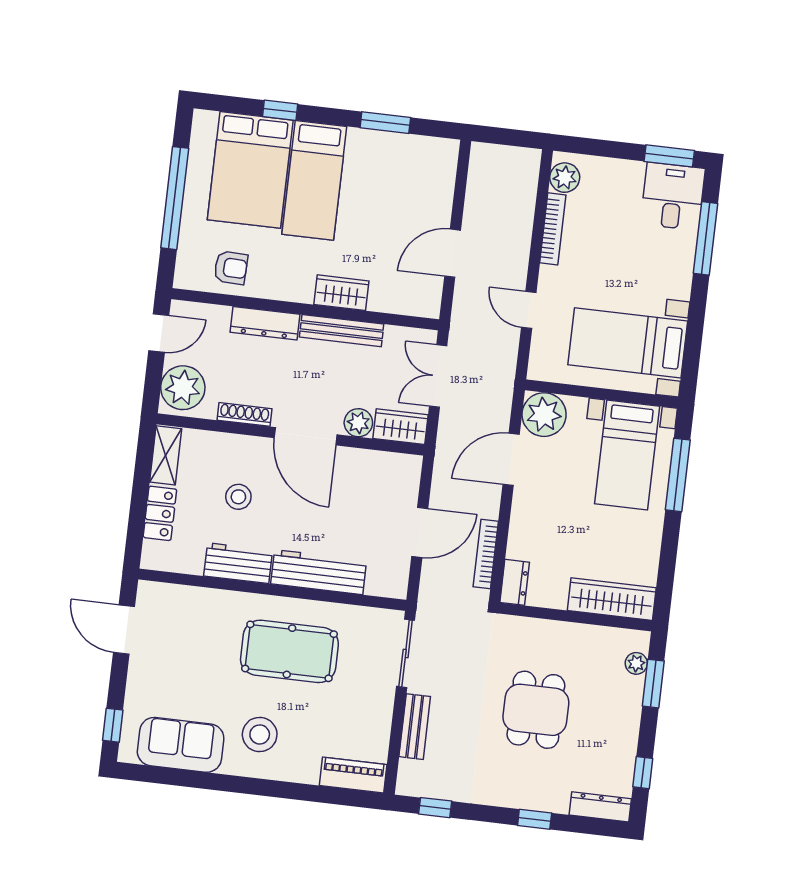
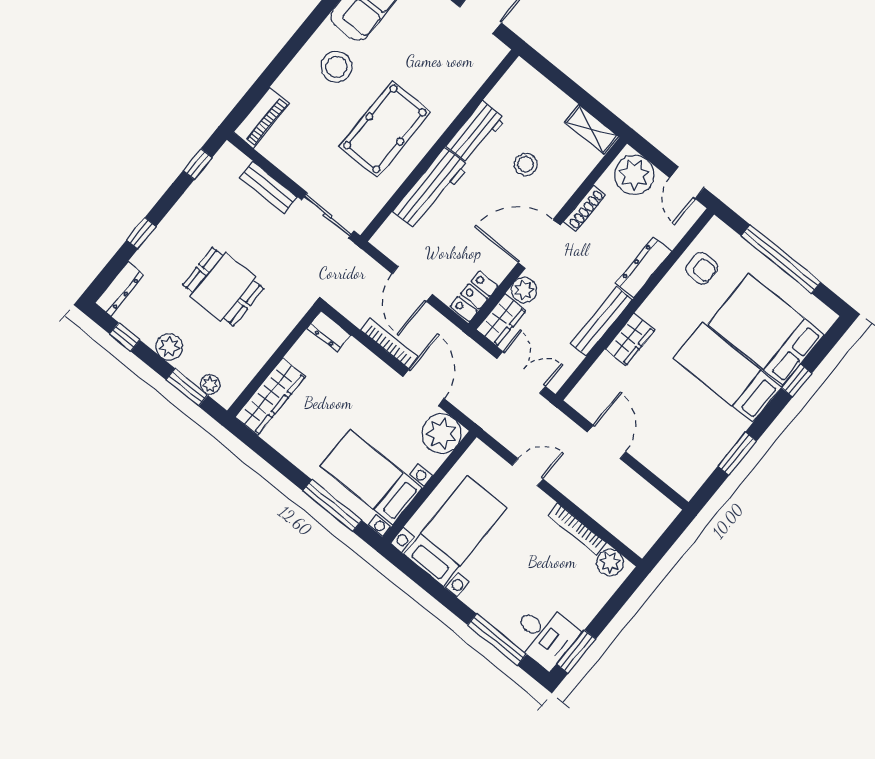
armchair: (231, 268) -> (702, 268), turned -92
locker: (160, 513) -> (474, 296), moved, turned 90
bookcase: (486, 554) -> (389, 344), moved
plant: (625, 725) -> (169, 347), added

